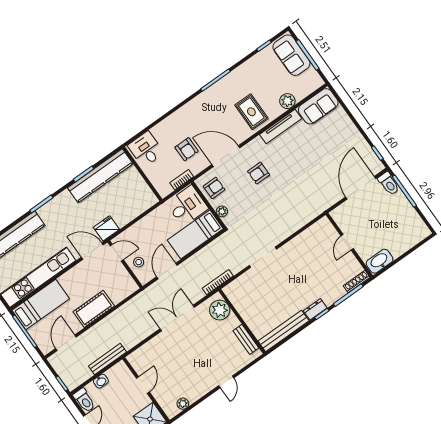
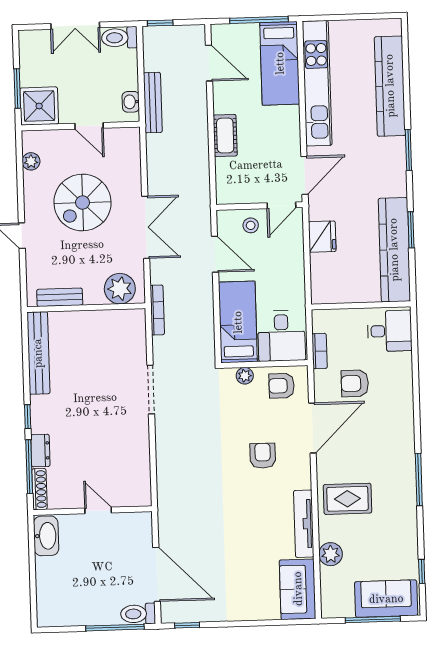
armchair: (214, 188) -> (282, 386), turned 90
fridge: (106, 228) -> (322, 237), moved
cot: (94, 309) -> (225, 135), width x0.73, depth x0.75
dresser: (315, 309) -> (40, 451), moved
spiral stairs: (187, 361) -> (82, 203), added
washbasin: (101, 381) -> (131, 102), moved

